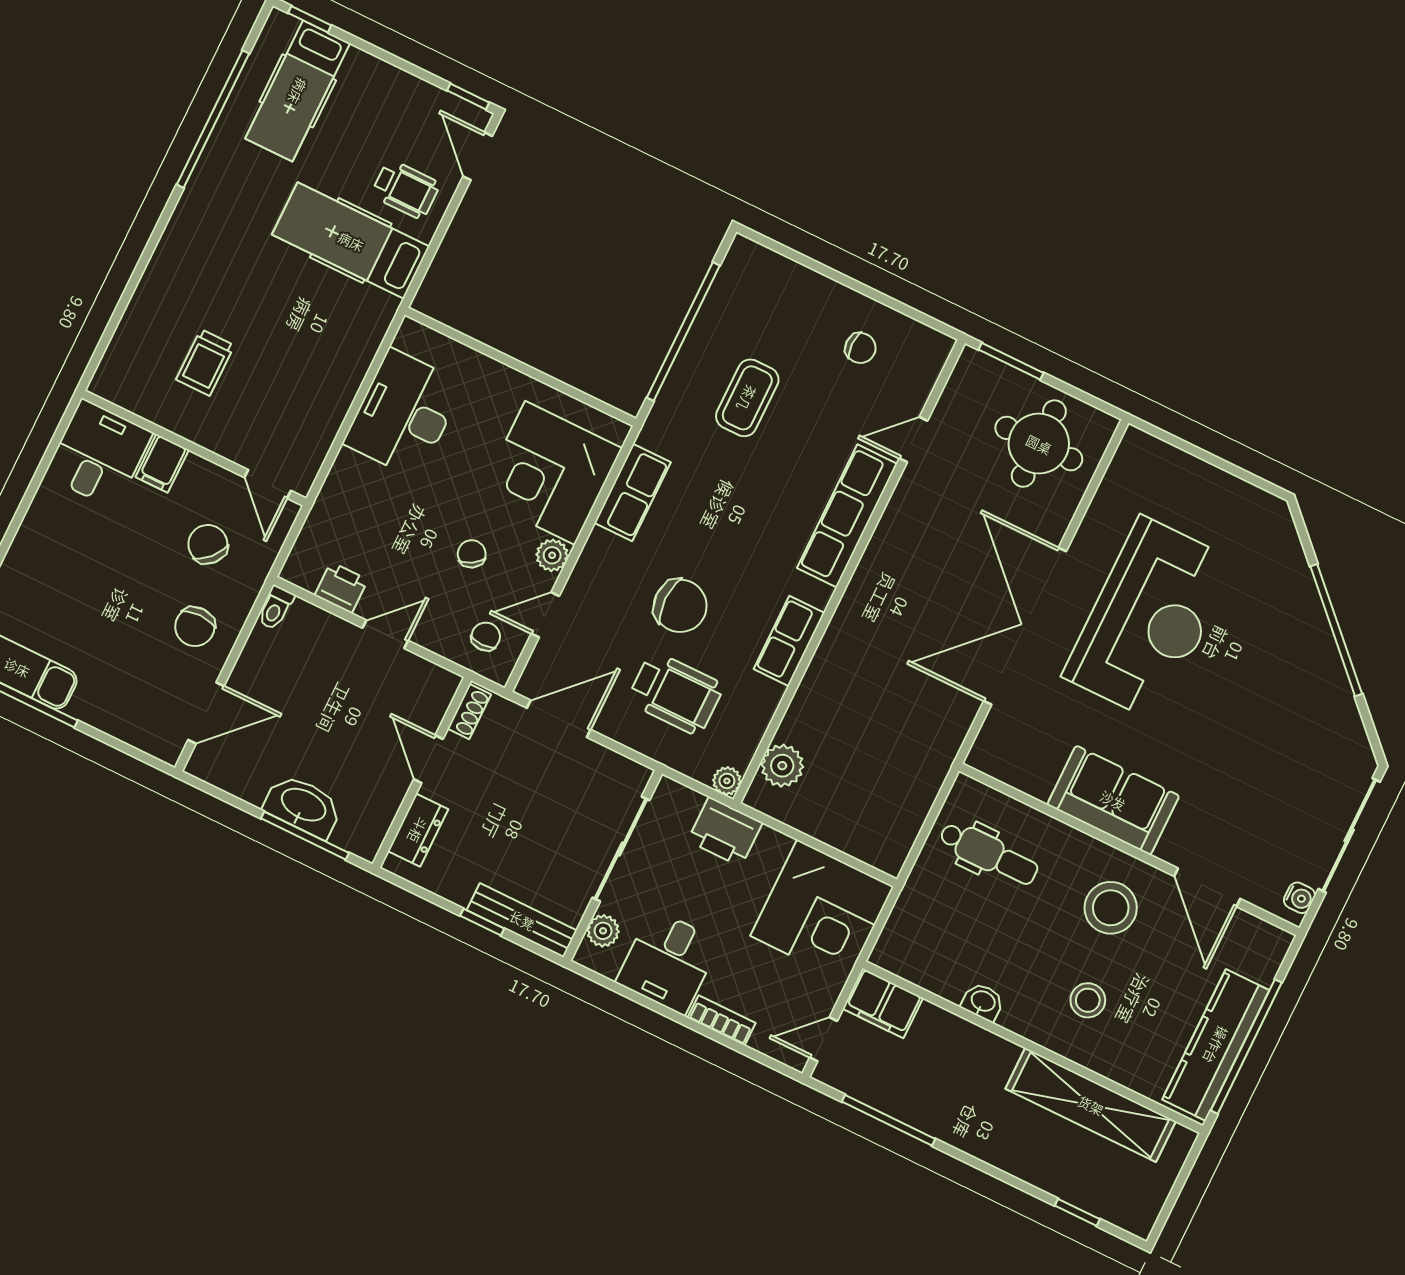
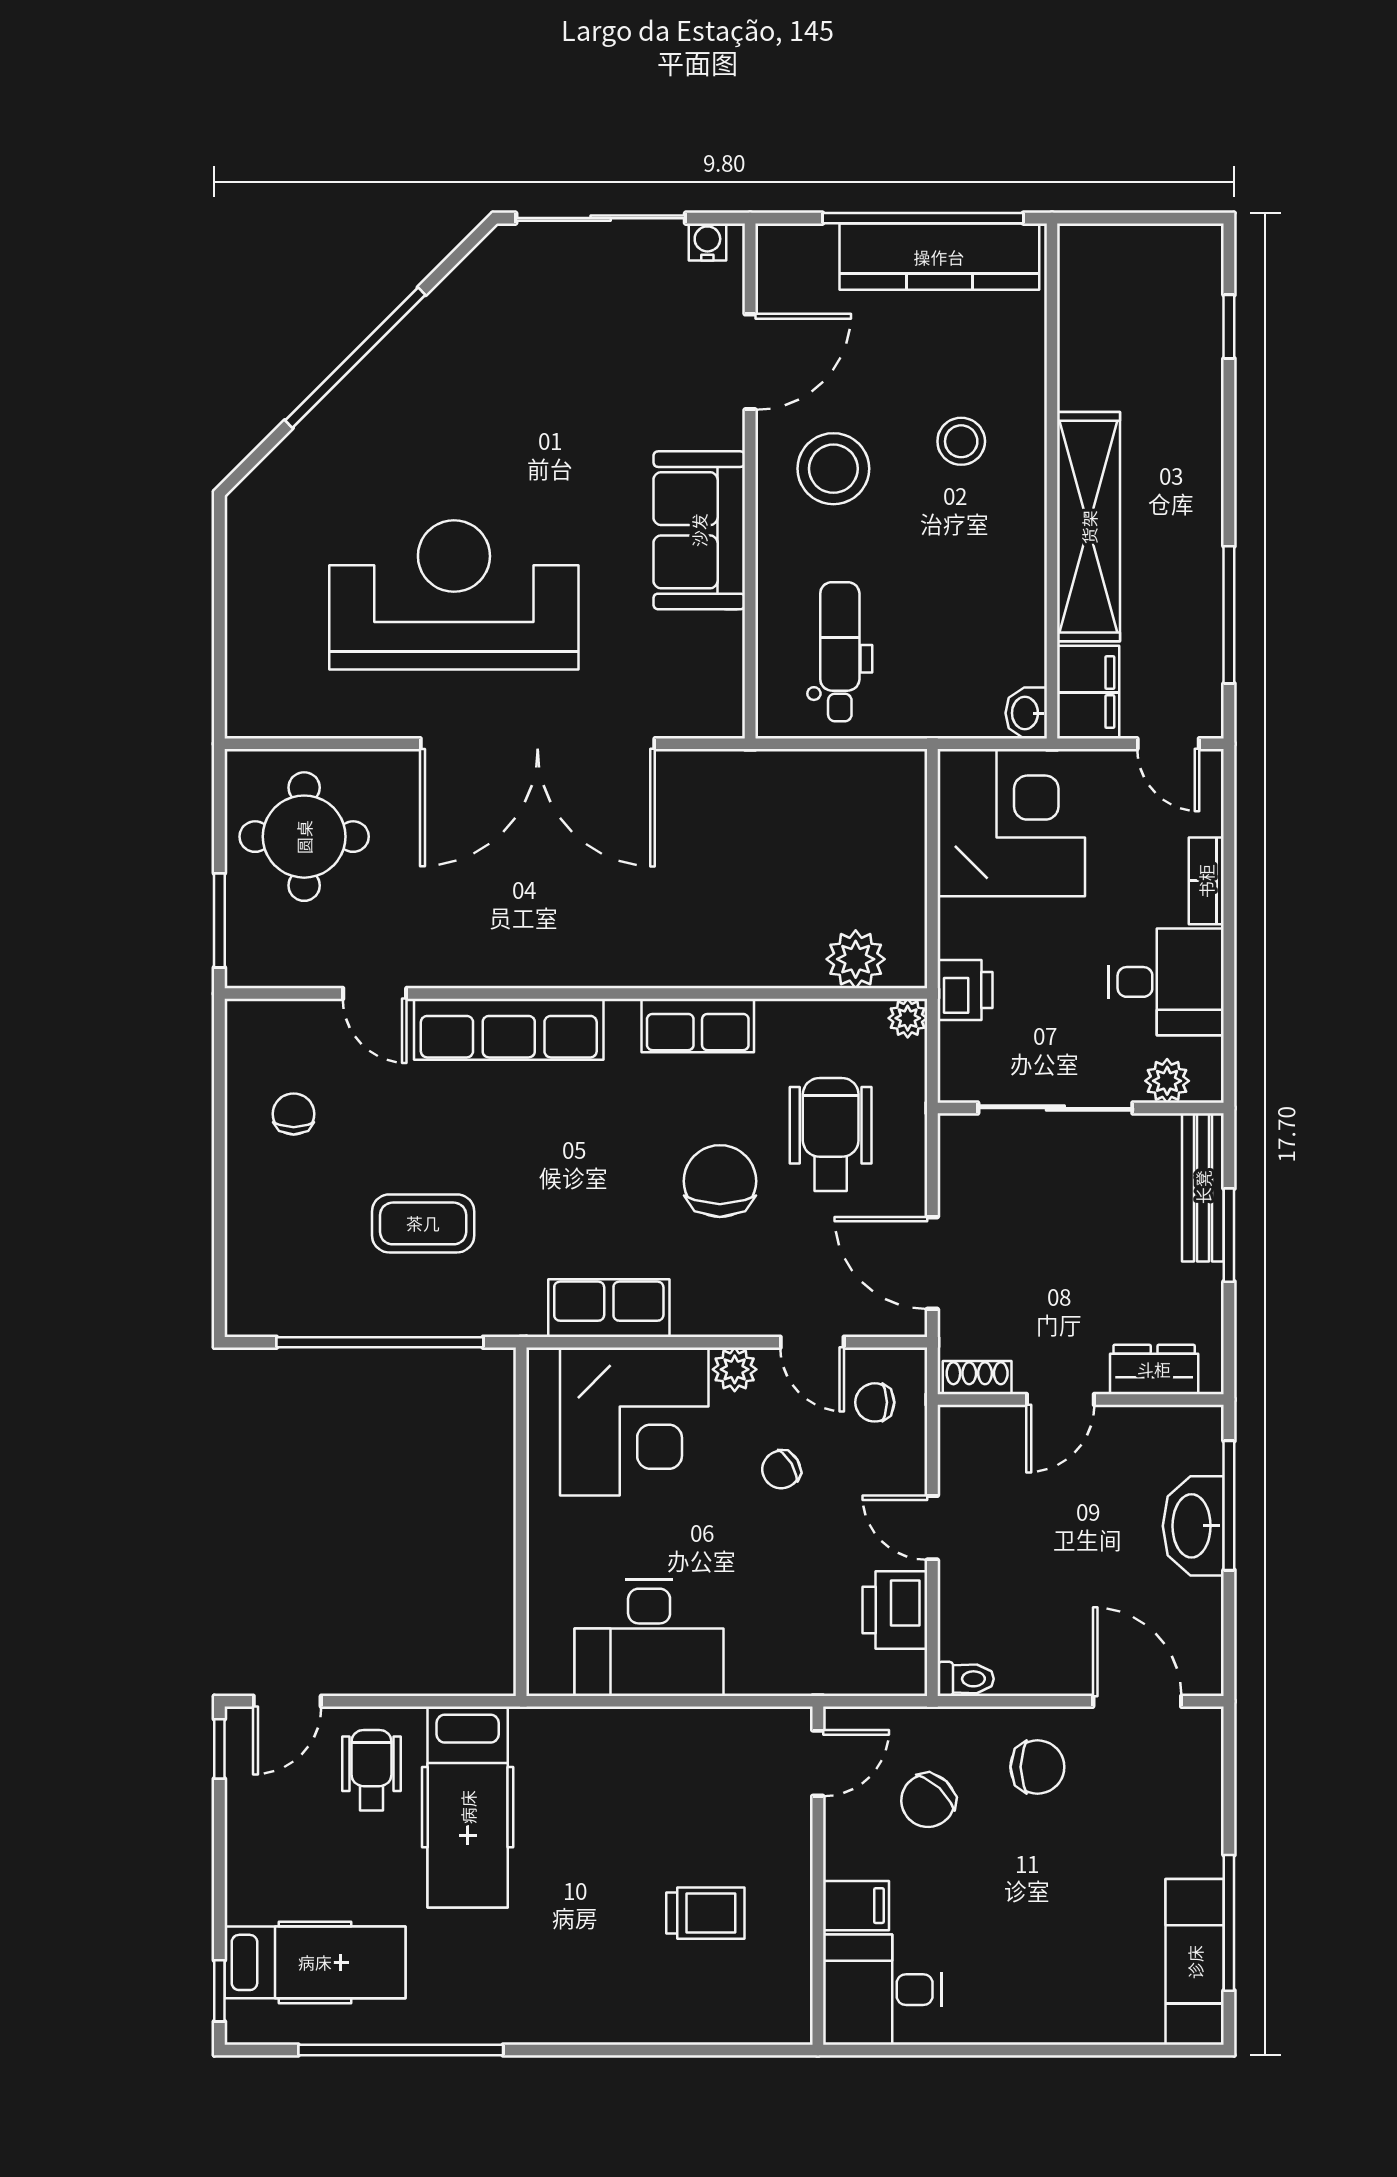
printer: (341, 588) -> (895, 1610), width x1.36, depth x1.24
printer: (725, 832) -> (965, 990), width x0.73, depth x0.81
window: (482, 922) -> (1229, 1235), width x1.50
washbasin: (983, 1002) -> (1026, 713), moved
shelving: (1091, 1105) -> (1089, 527), moved

